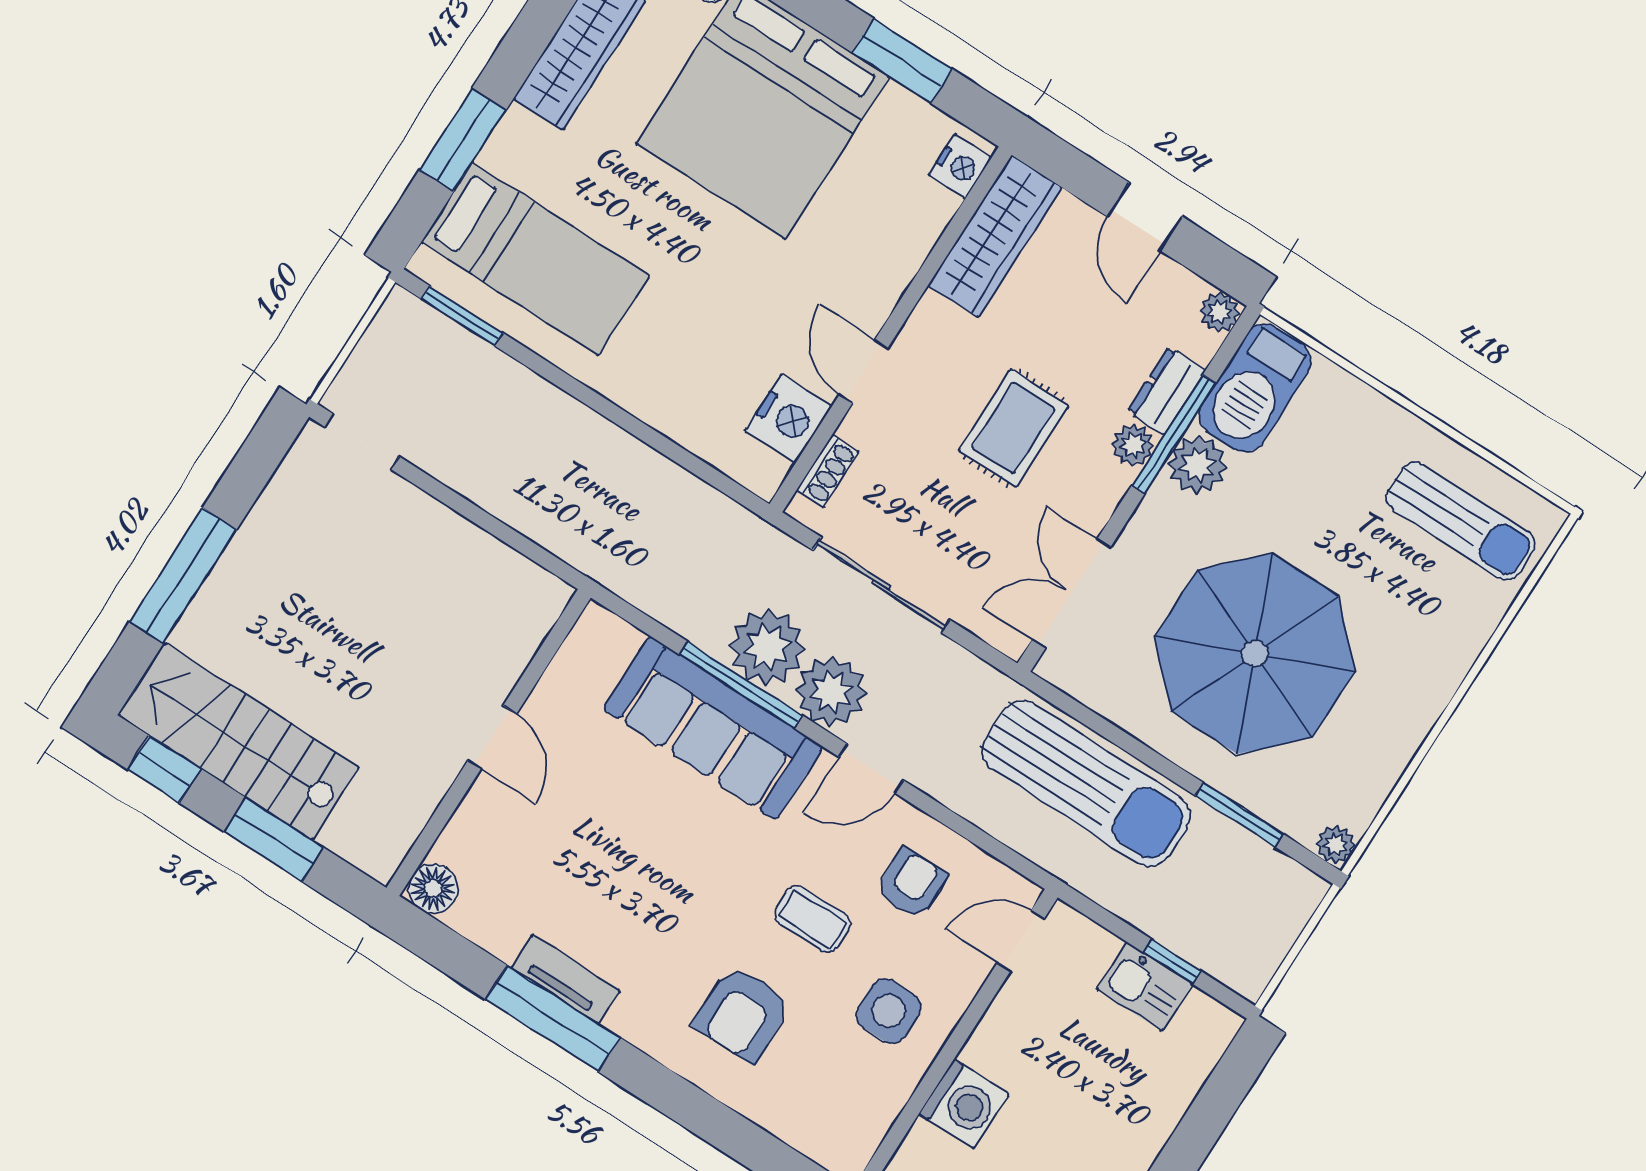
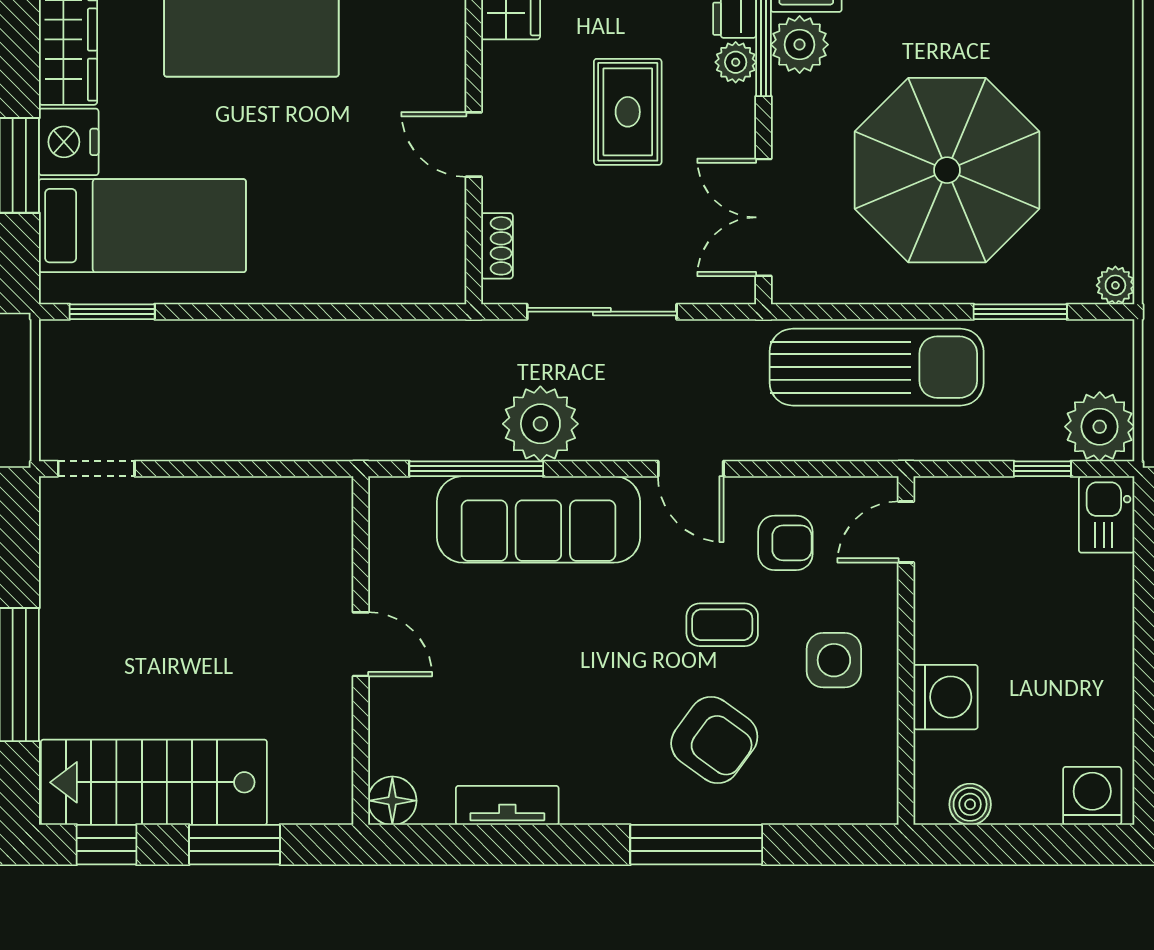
nightstand: (788, 419) -> (69, 142), moved, turned 180
window: (741, 685) -> (476, 469), moved
plant: (831, 692) -> (1100, 427), moved
door: (871, 769) -> (691, 469), hinge flipped
armchair: (912, 884) -> (785, 543), turned 90
tv unit: (566, 979) -> (507, 805), moved
kitchen sink: (1144, 986) -> (1107, 514), moved, turned 90
armchair: (742, 1014) -> (714, 740), turned -54
window: (553, 1019) -> (696, 845), moved

